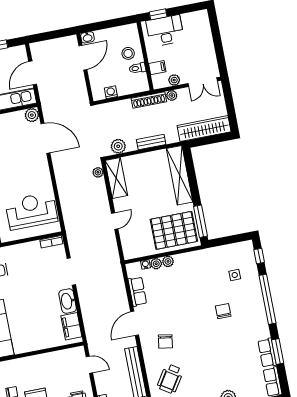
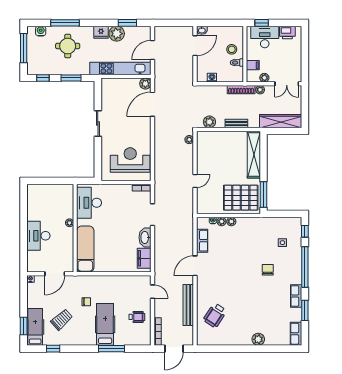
printer: (191, 20) -> (287, 32), added
door: (45, 138) -> (153, 104), swing flipped
shelving: (116, 178) -> (203, 147), removed
chair: (165, 341) -> (217, 285), removed
row of seats: (267, 353) -> (296, 296), moved

